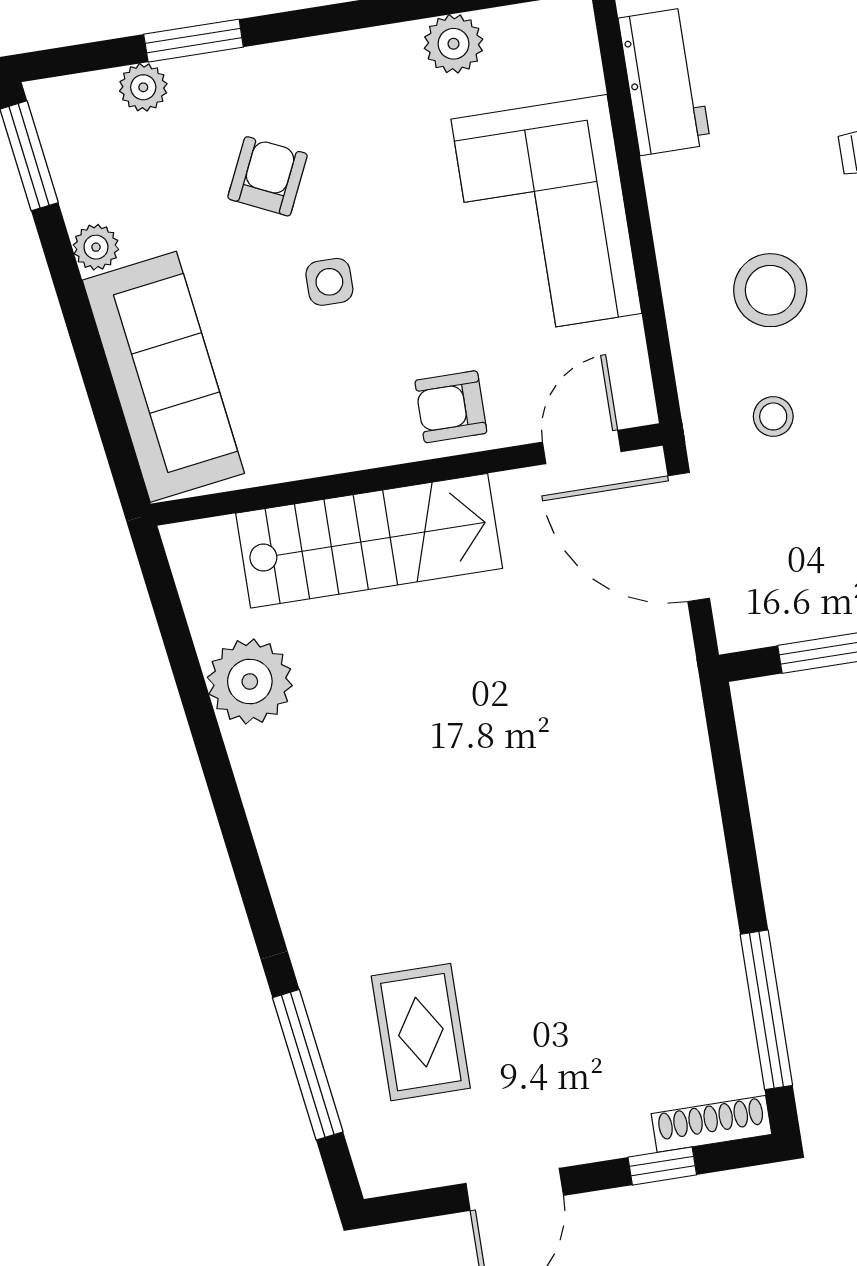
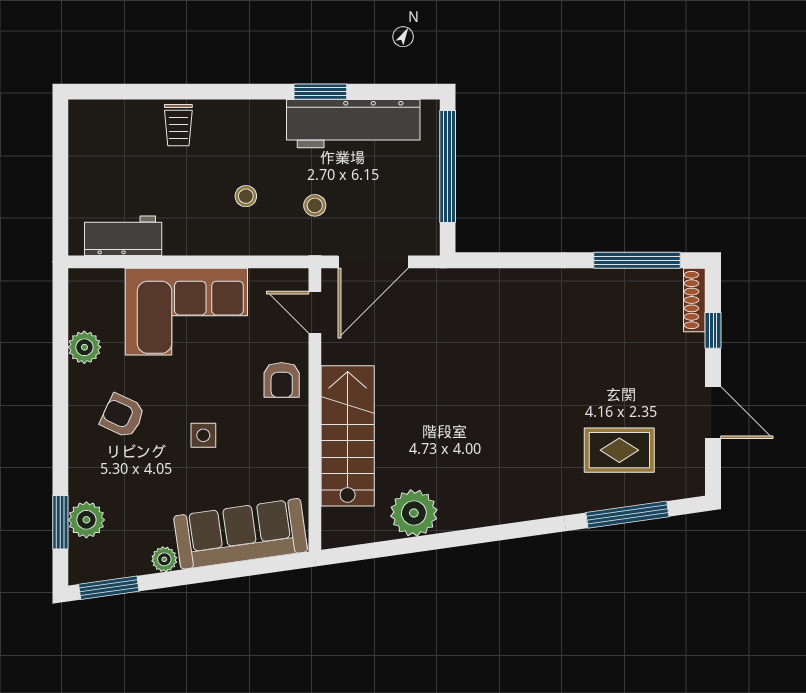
window: (194, 41) -> (60, 522), moved
plant: (143, 87) -> (86, 520), width x1.38, depth x1.38
armchair: (268, 176) -> (122, 416), moved
stool: (770, 290) -> (246, 196), width x0.53, depth x0.53

